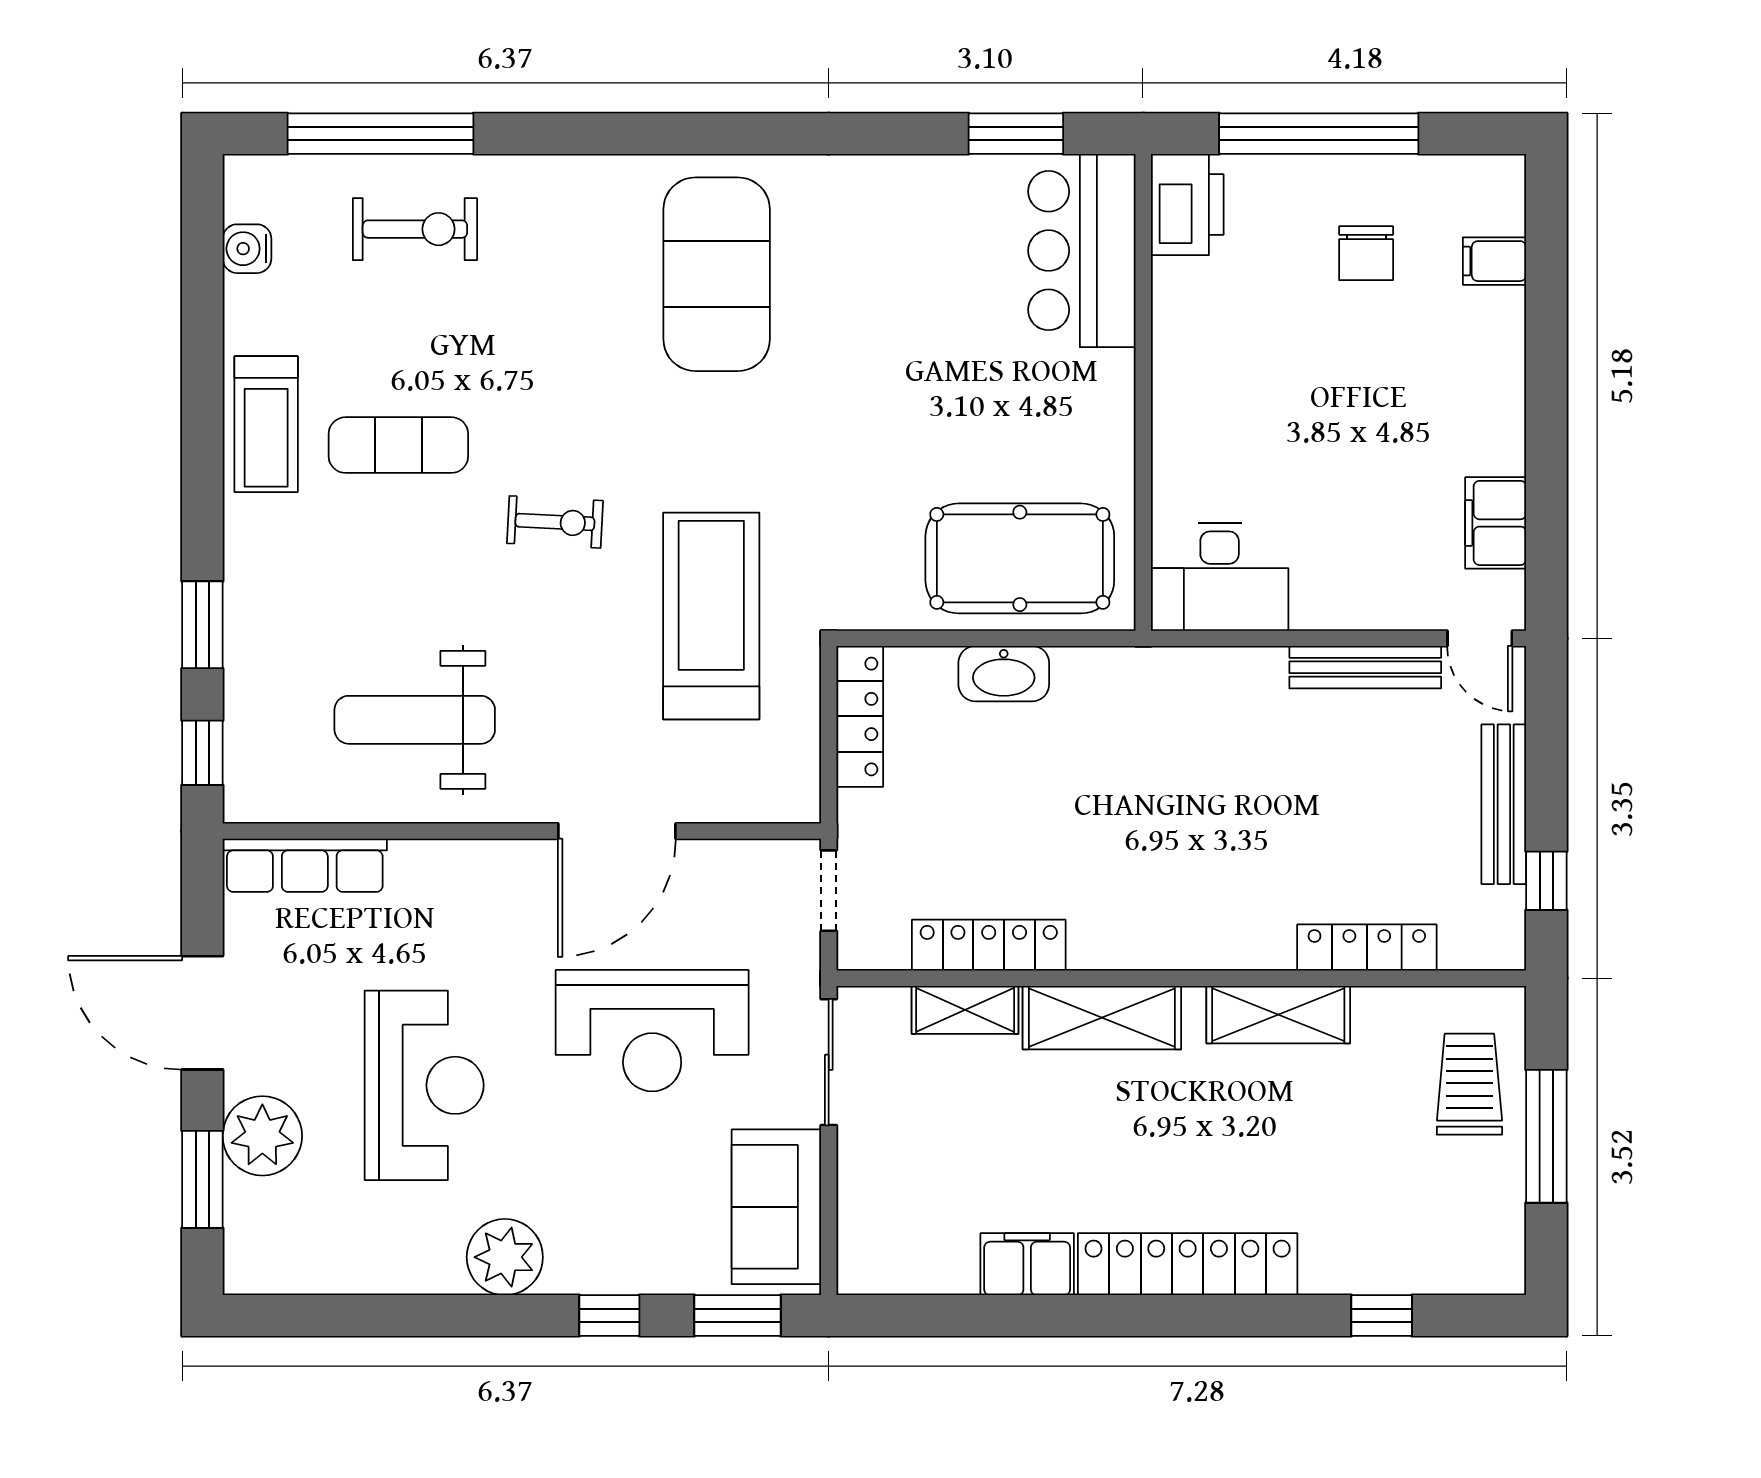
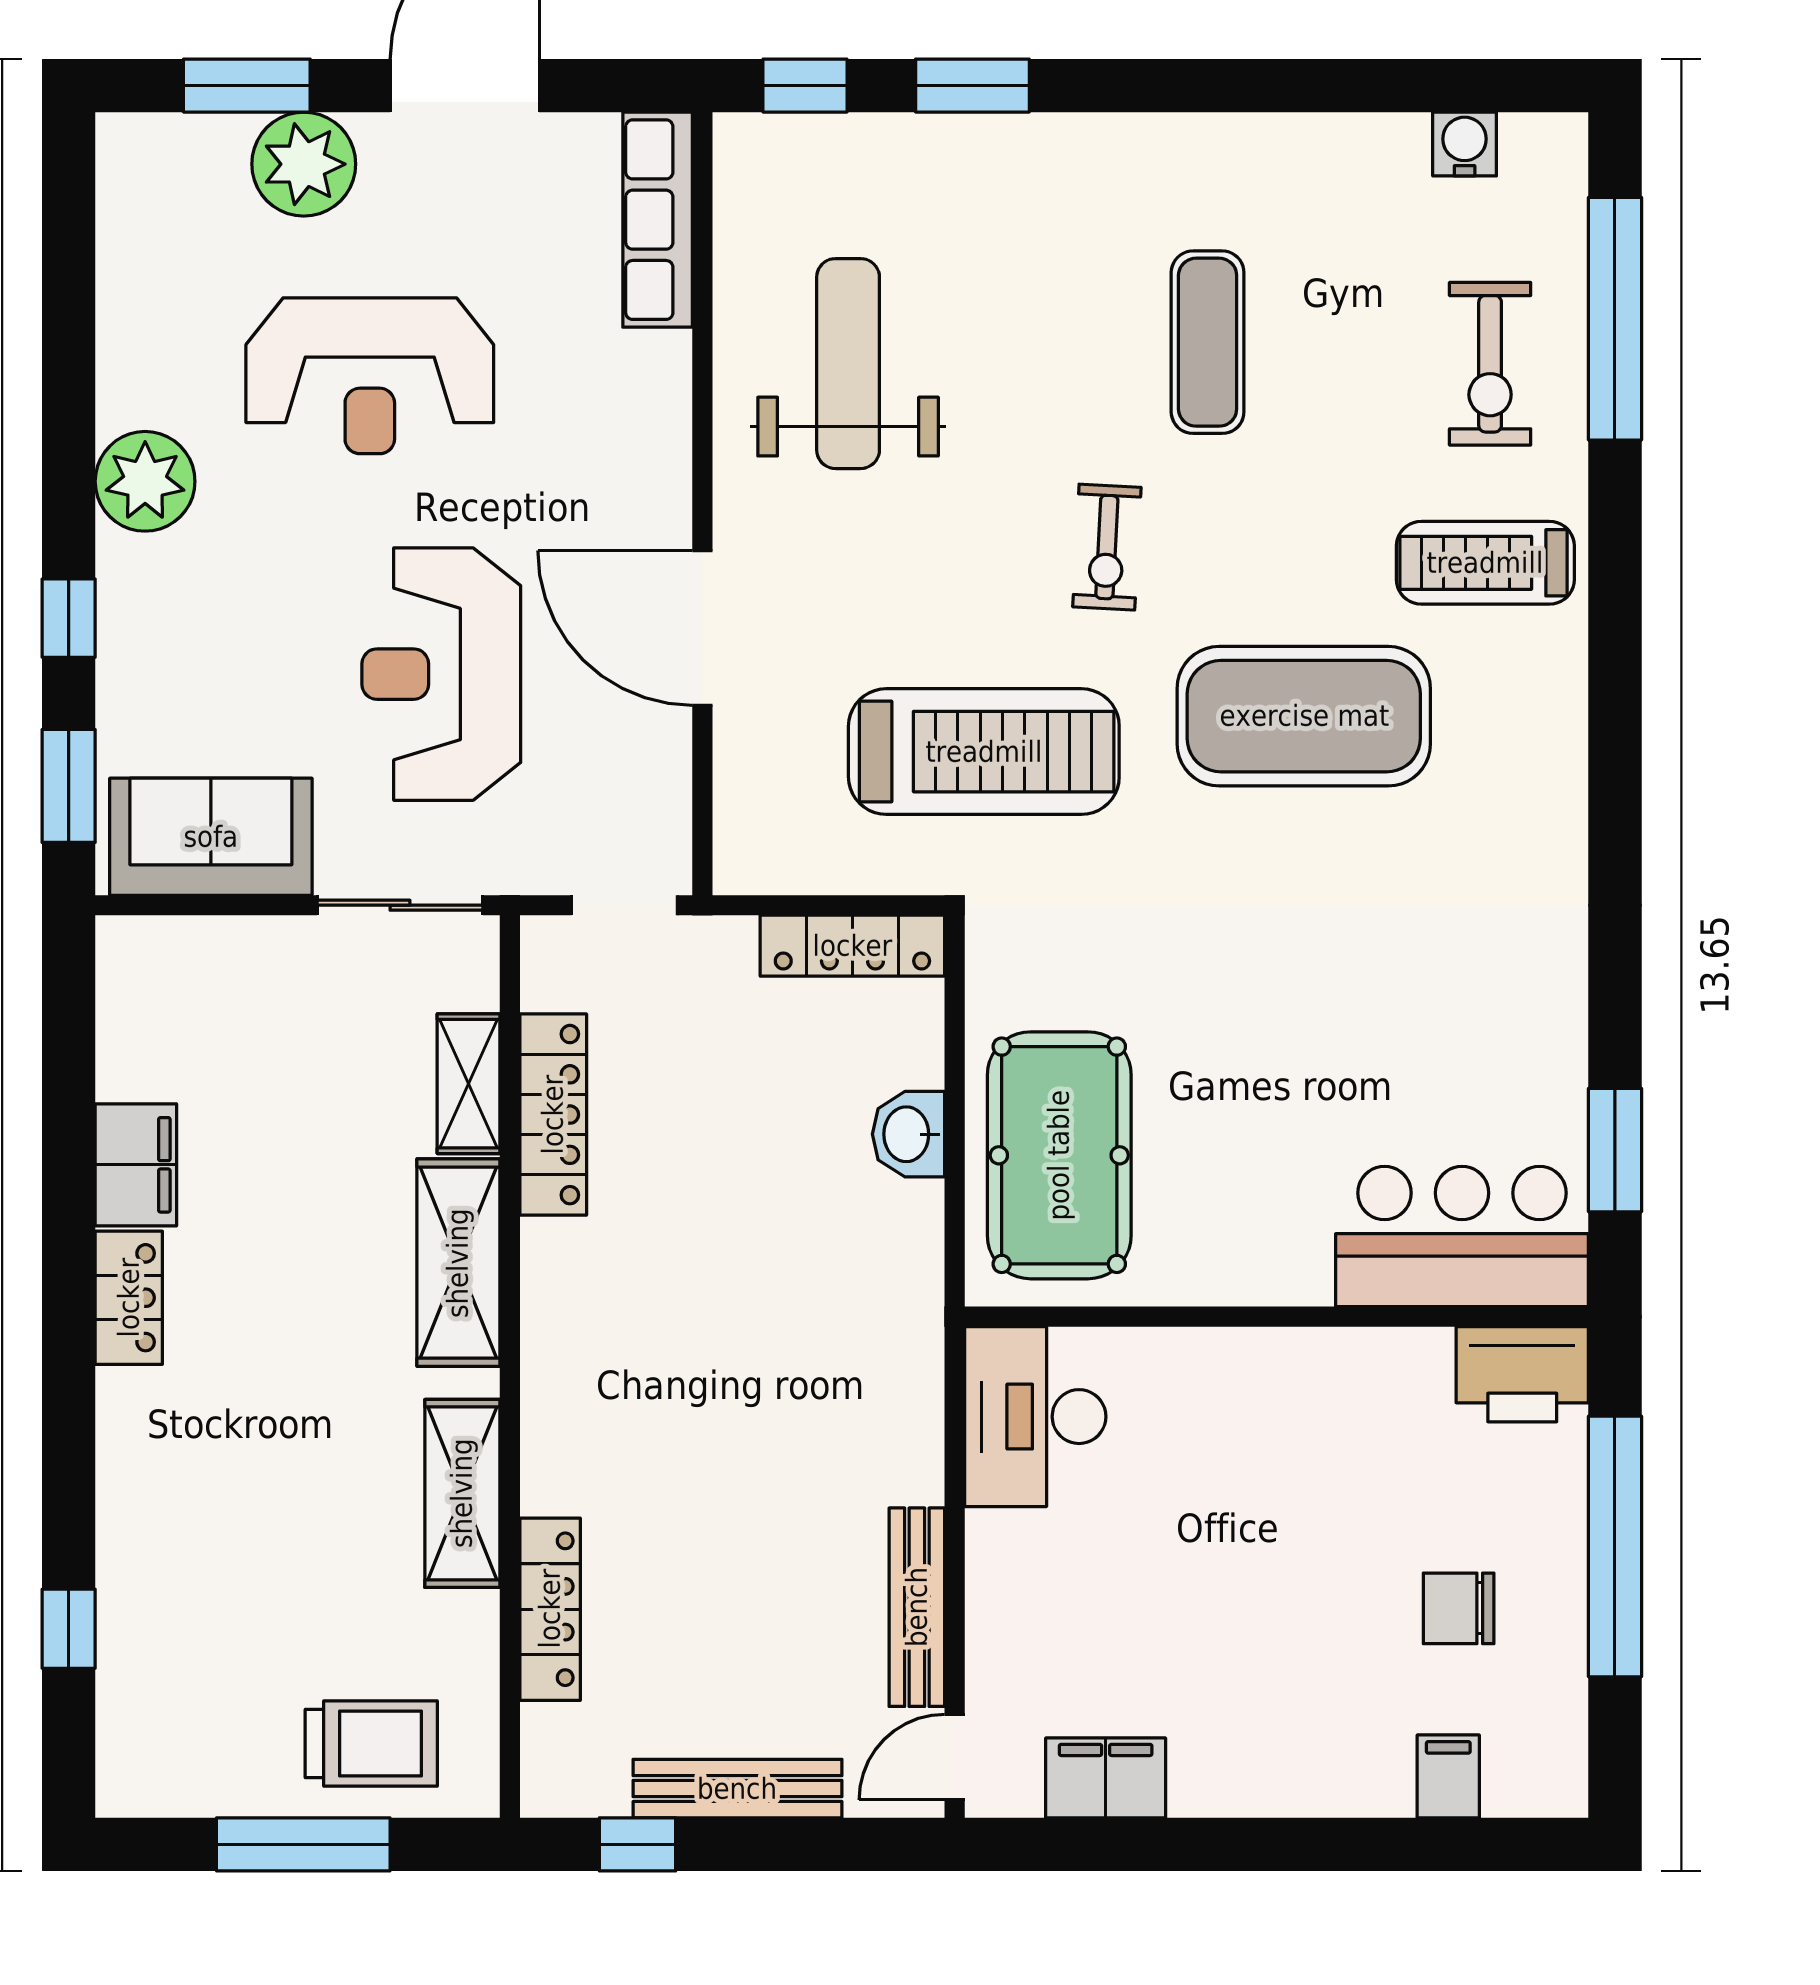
exercise mat: (717, 274) -> (1304, 716), moved
treadmill: (266, 424) -> (1485, 563), moved
washbasin: (1004, 674) -> (908, 1134), width x0.72
locker: (1188, 1264) -> (129, 1298), width x0.46, depth x0.83

